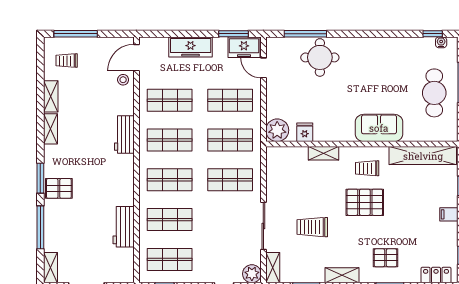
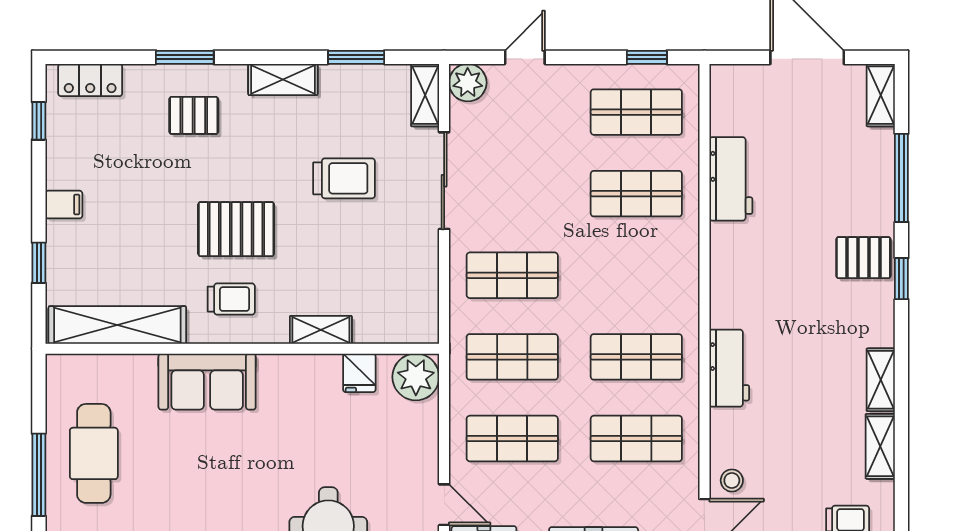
window: (40, 178) -> (901, 279), width x0.67
shop shelf: (170, 180) -> (636, 275), removed

